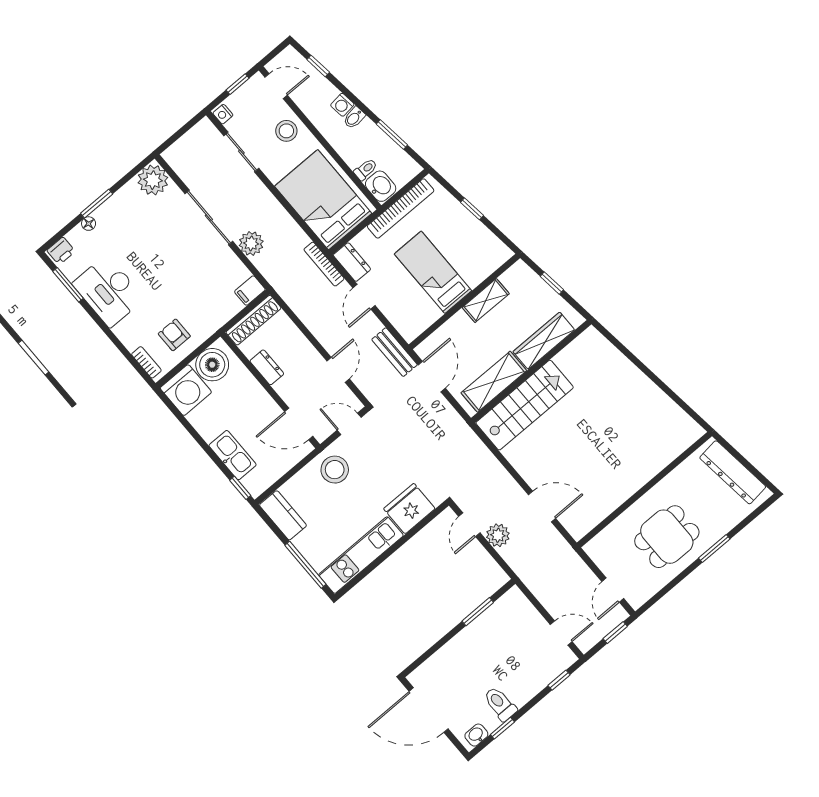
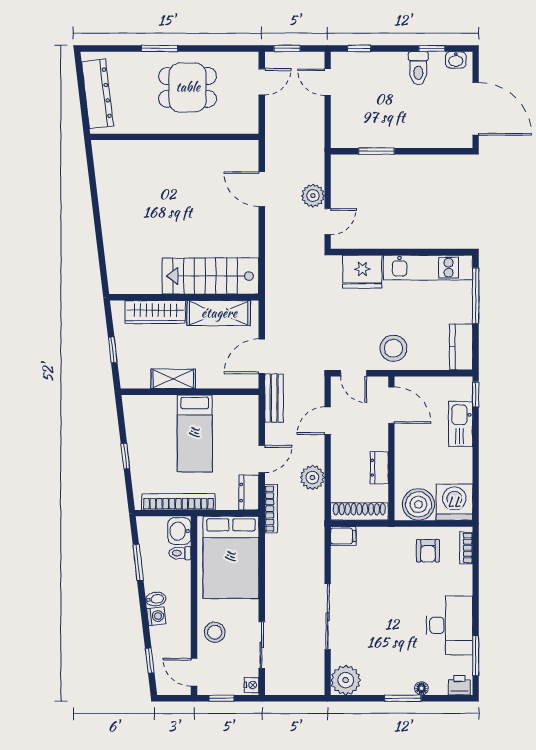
plant: (251, 243) -> (312, 477), moved

